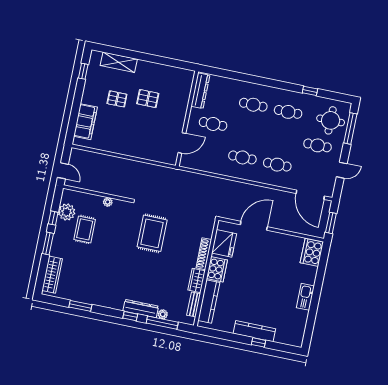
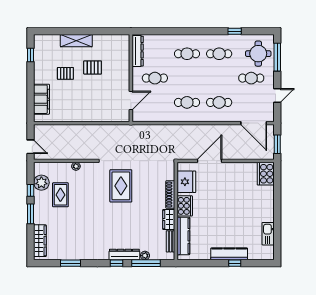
shelving: (119, 62) -> (76, 41), moved
kitchen sink: (305, 297) -> (268, 234), moved

